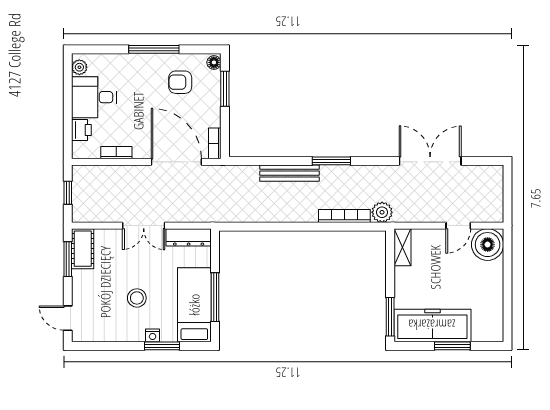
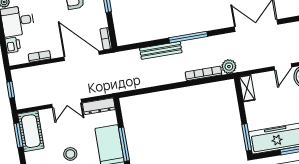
window: (331, 161) -> (188, 37), width x1.44
cot: (83, 249) -> (31, 131), width x1.37, depth x1.34

